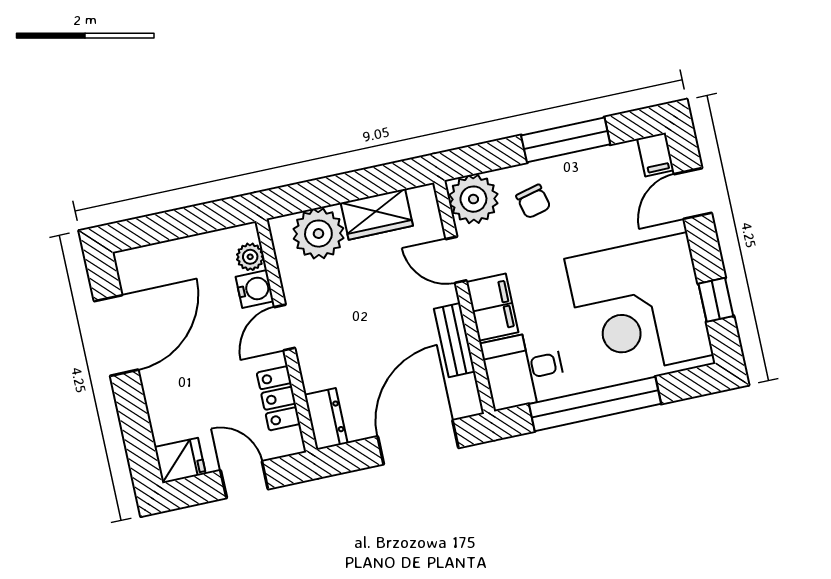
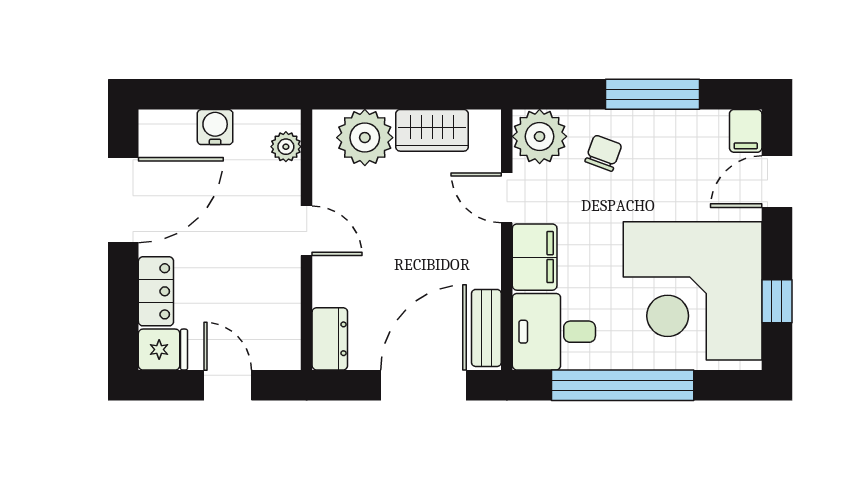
chair: (533, 201) -> (603, 153), turned -146
water cooler: (255, 289) -> (215, 127), moved, turned -90
door: (285, 327) -> (307, 231), swing flipped
bench: (455, 340) -> (486, 328), moved
locker: (278, 398) -> (156, 291), moved, turned 180

